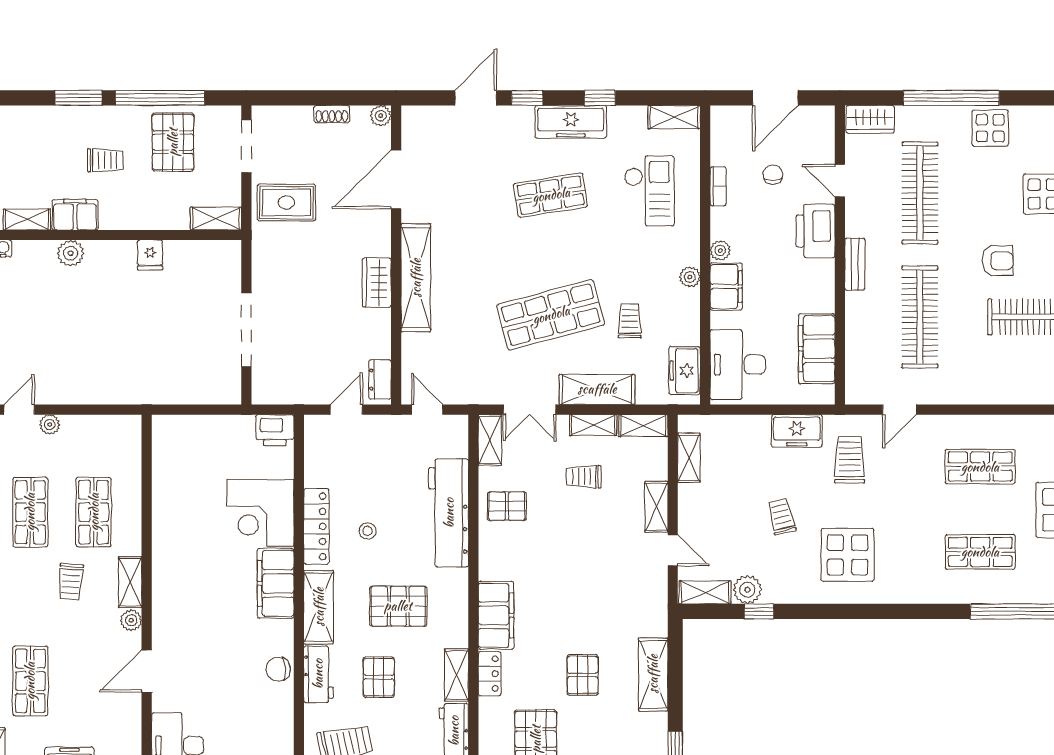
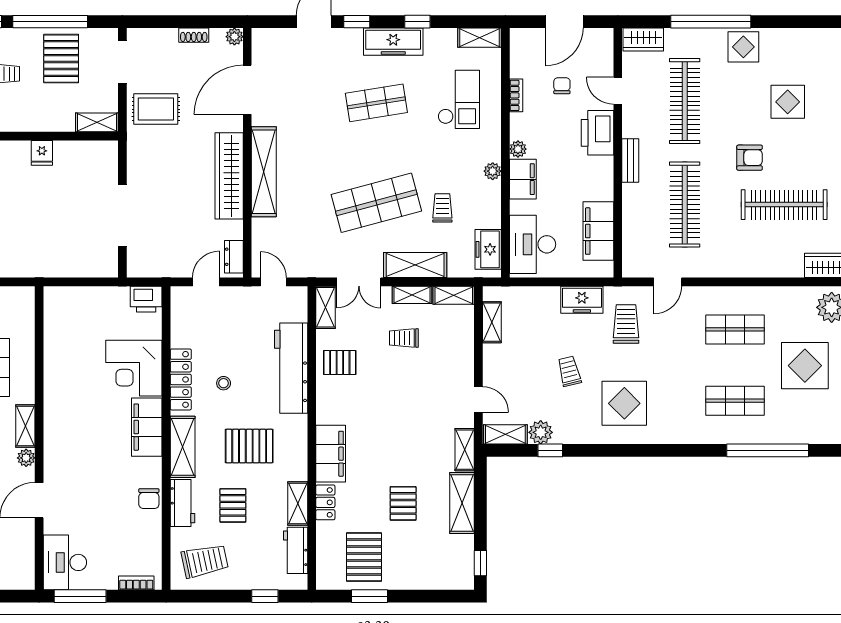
wardrobe: (377, 283) -> (229, 176), width x2.10, depth x1.17
shelving: (656, 507) -> (465, 450), moved
chair: (278, 669) -> (149, 499), turned -87

